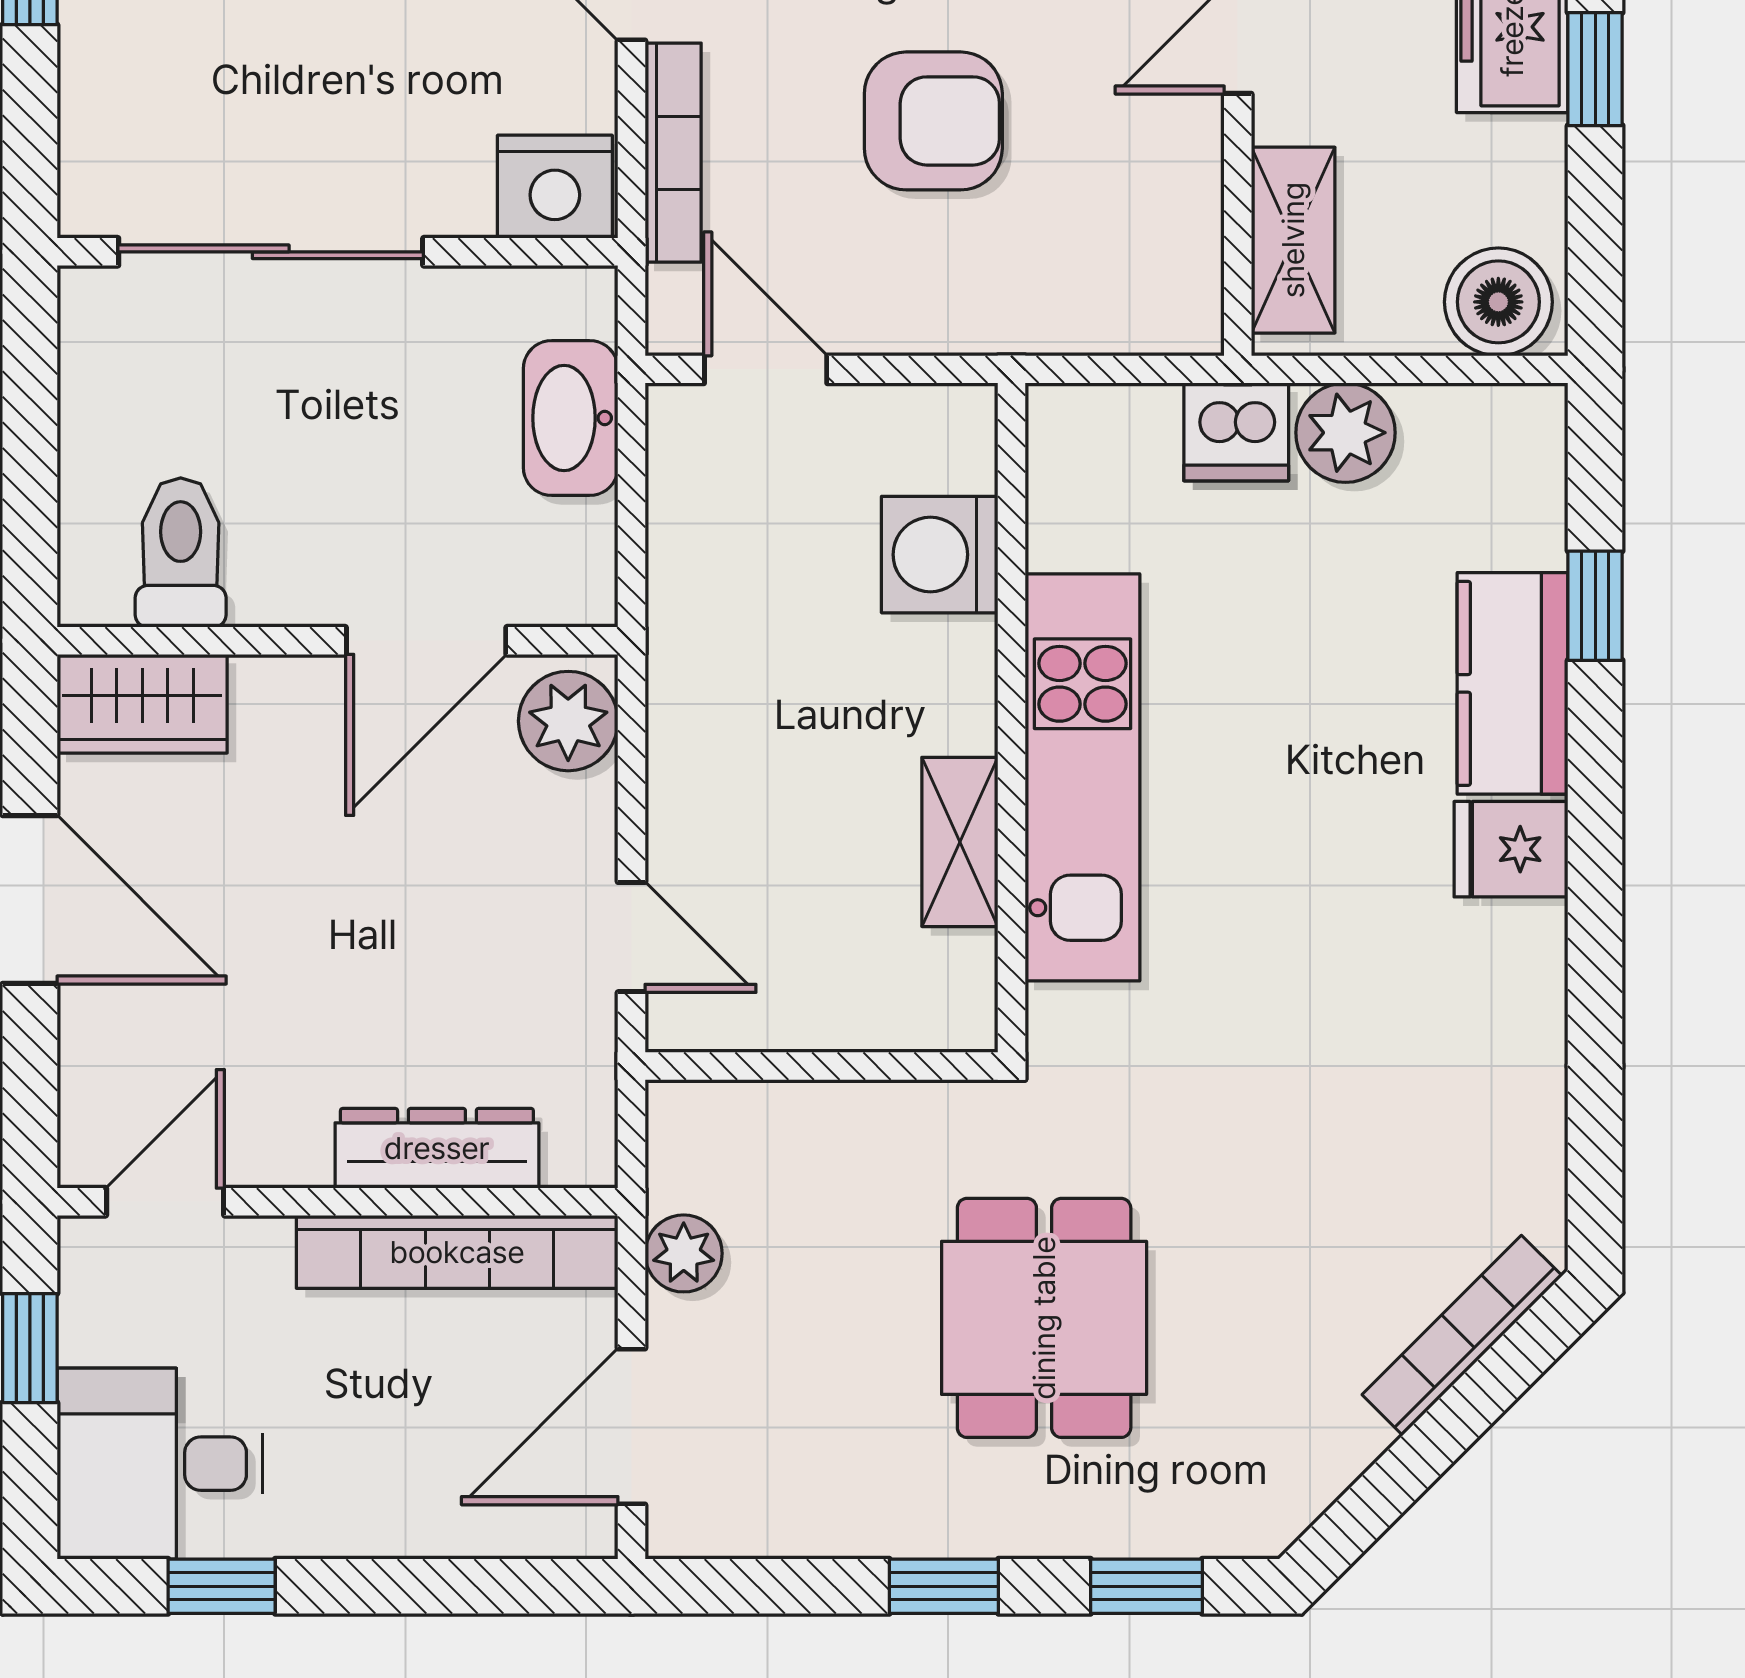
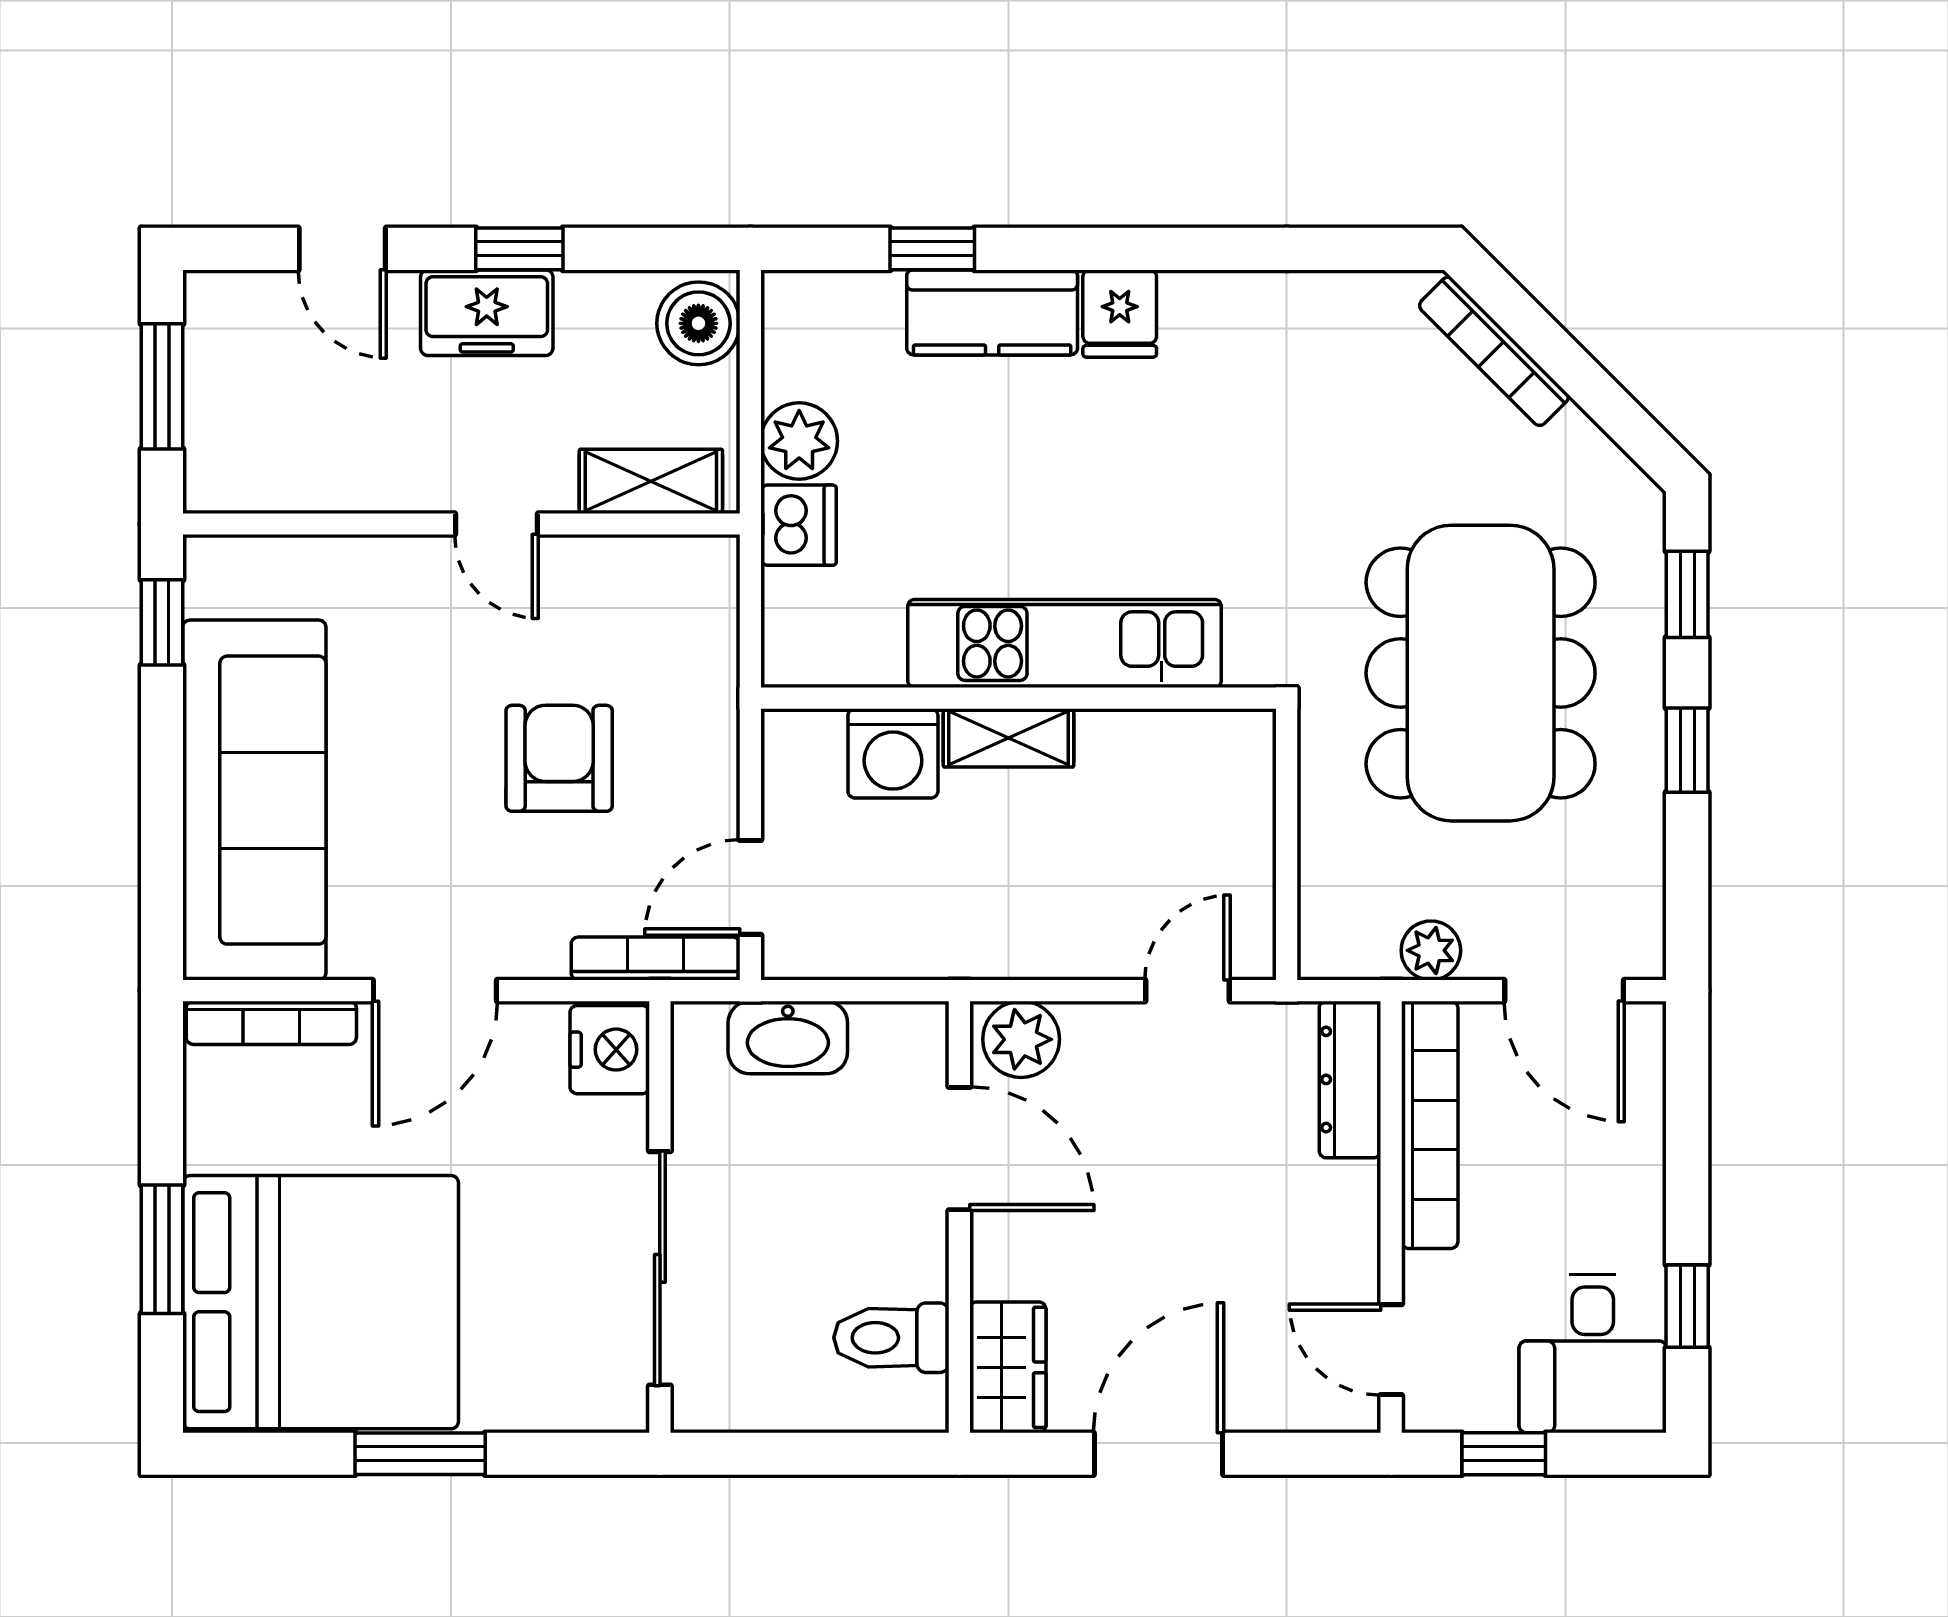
bookcase: (673, 153) -> (656, 959), moved
shelving: (960, 842) -> (1008, 738), moved
dresser: (437, 1148) -> (1350, 1079), moved
dining table: (1044, 1318) -> (1481, 673), width x1.88, depth x1.24

